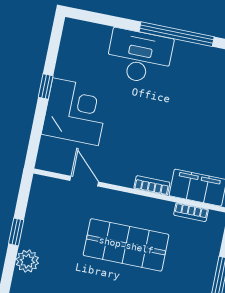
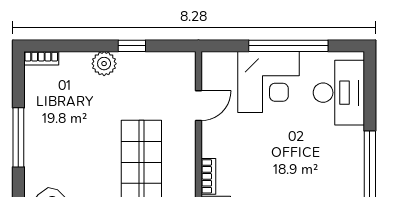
desk: (139, 57) -> (339, 93), moved
window: (46, 86) -> (288, 46), width x3.17

